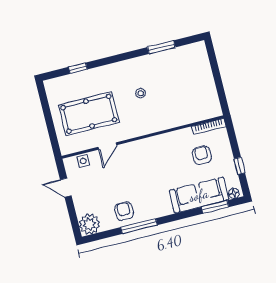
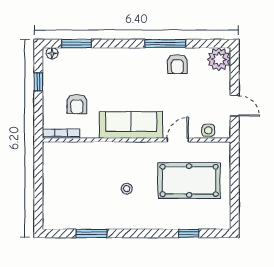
sofa: (199, 195) -> (131, 125), moved, turned 180

